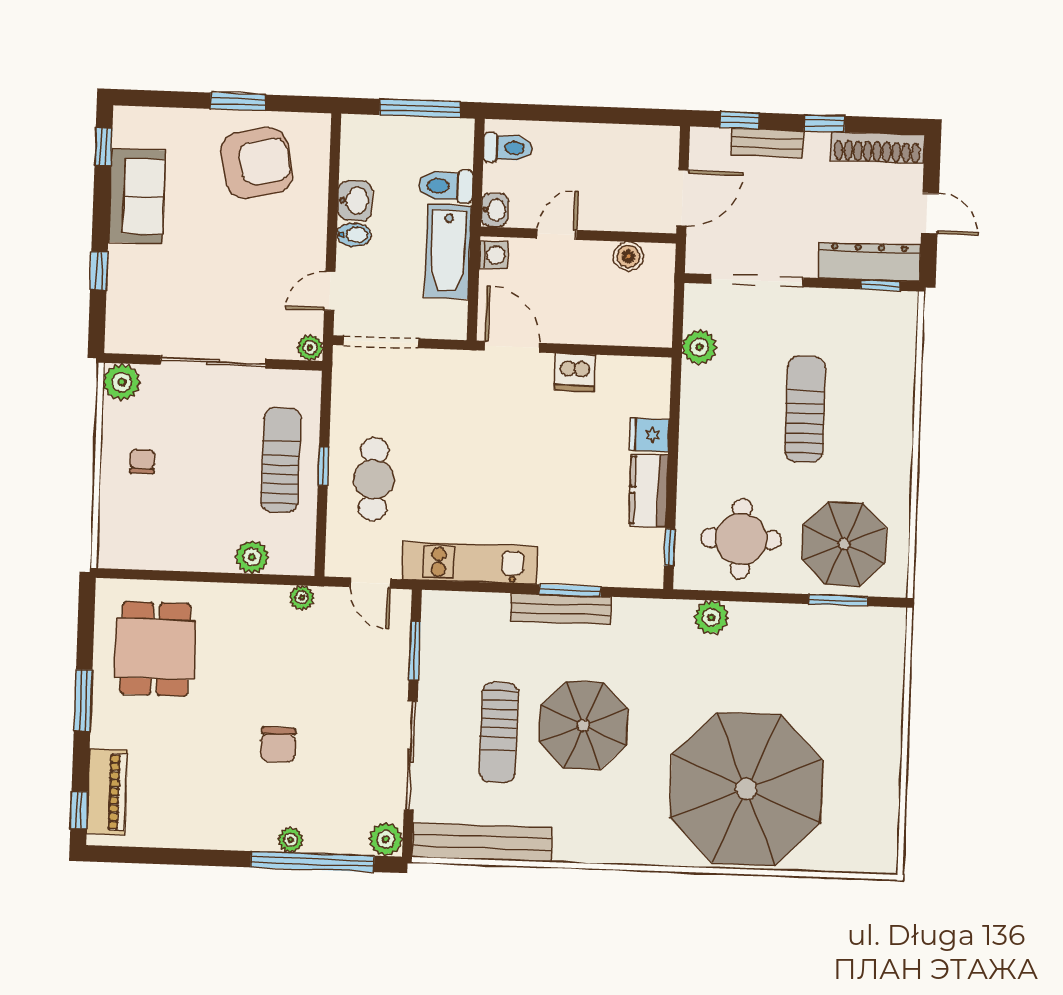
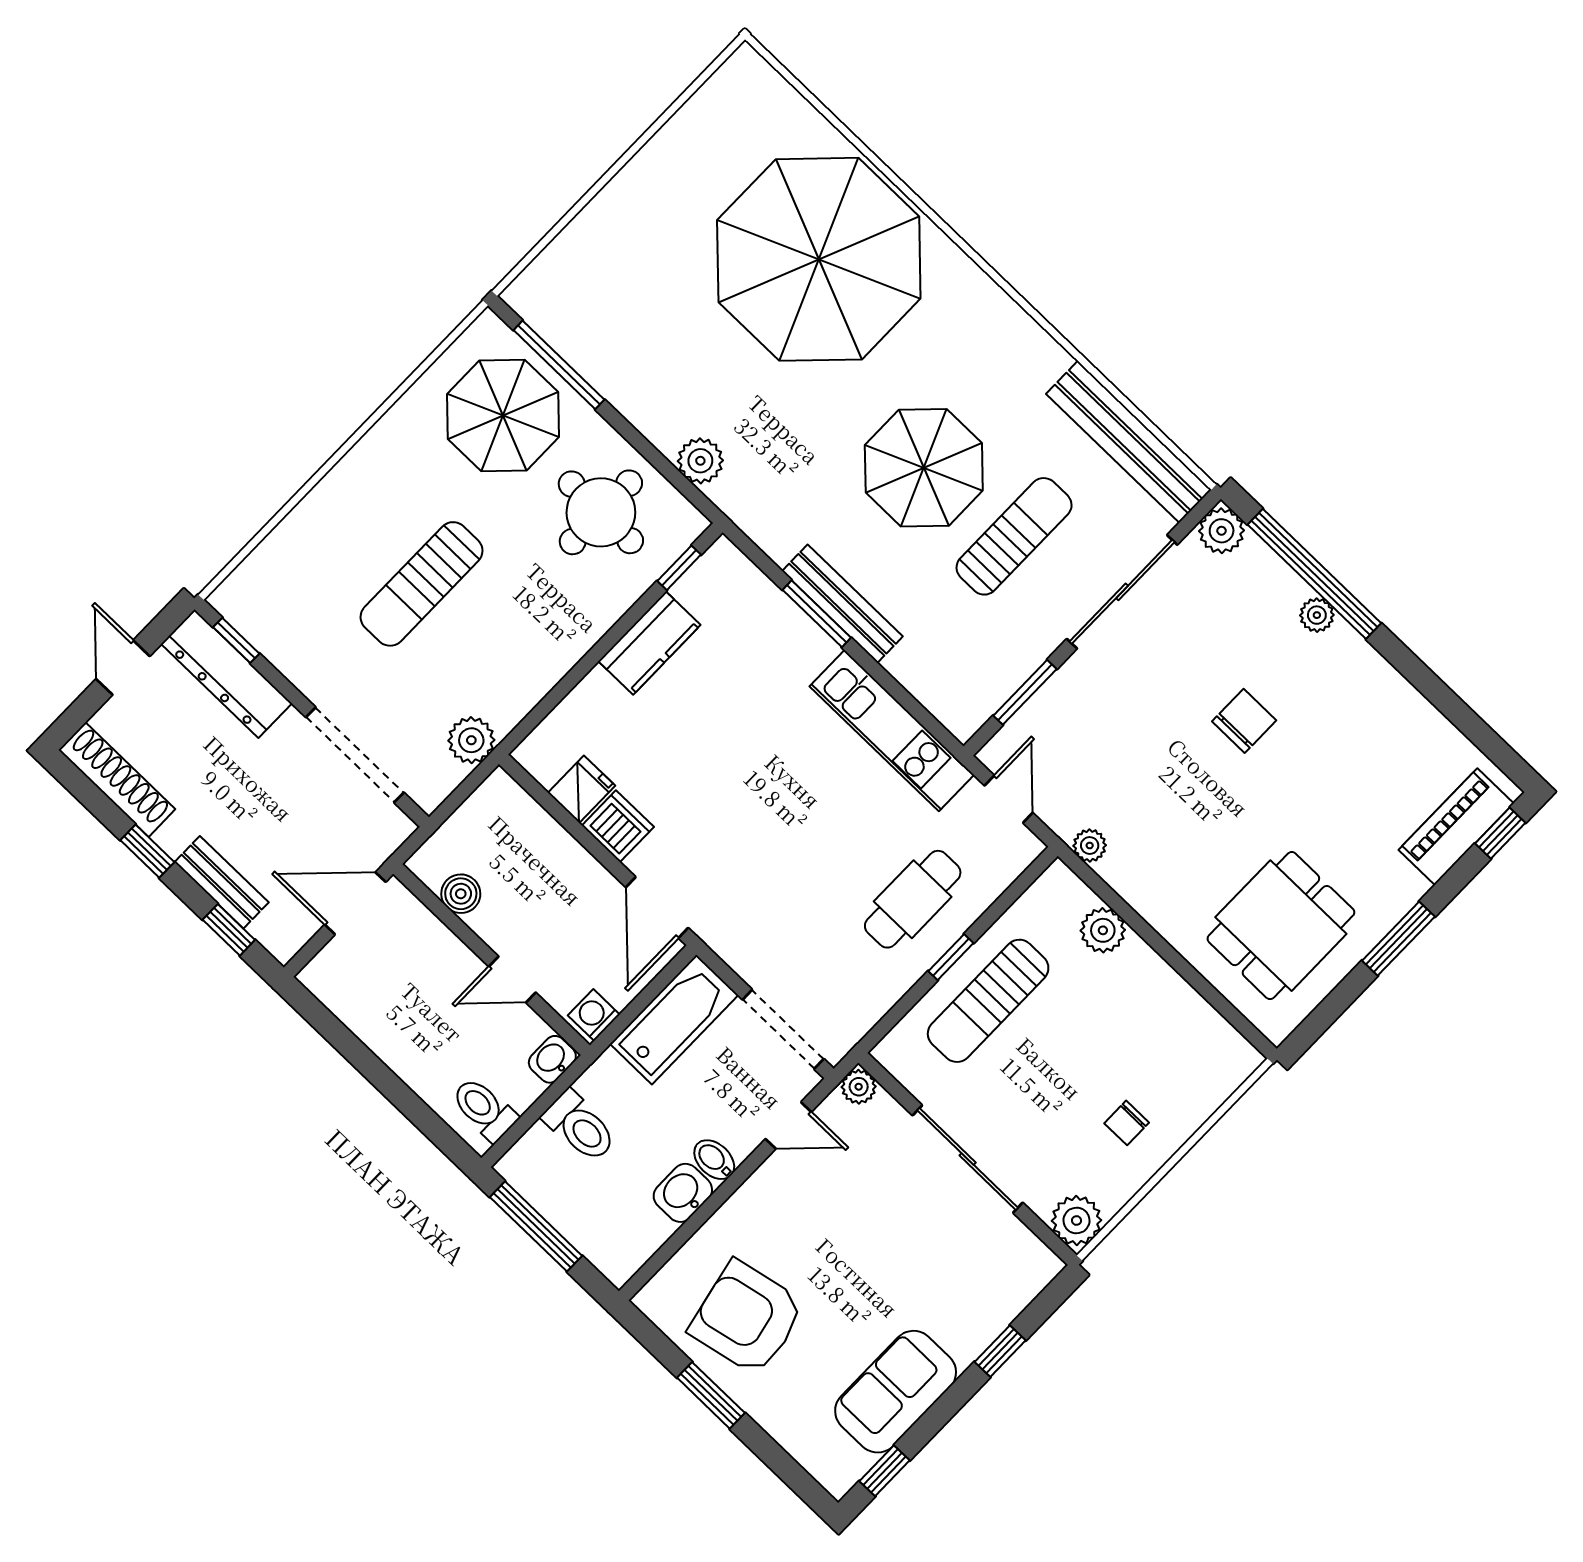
bathtub: (448, 252) -> (674, 1020), moved
fridge: (649, 435) -> (582, 789), moved, turned -90
window: (838, 600) -> (559, 365), width x1.44

